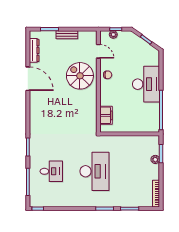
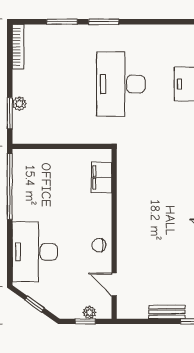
spiral stairs: (80, 76) -> (145, 243), removed
desk: (146, 84) -> (35, 252), moved

